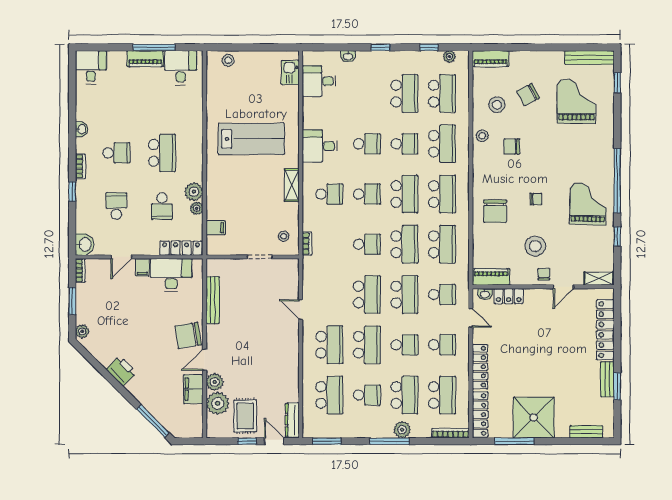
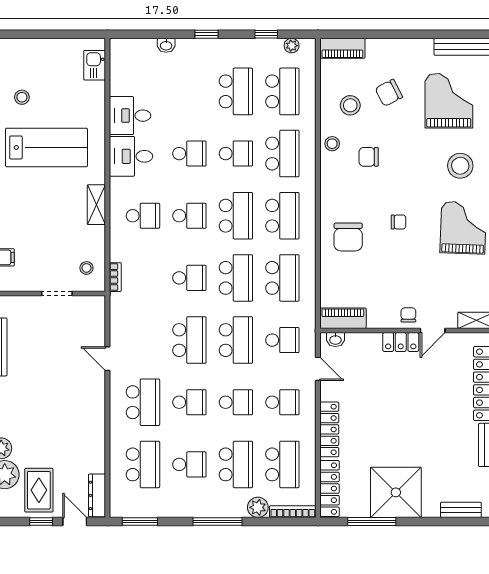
stool: (228, 60) -> (22, 97), moved
desk: (319, 81) -> (130, 116), moved
stool: (535, 246) -> (460, 166), moved
locker: (509, 296) -> (401, 342), moved
school desk: (367, 345) -> (189, 402), width x0.54
plant: (402, 430) -> (258, 507), moved

